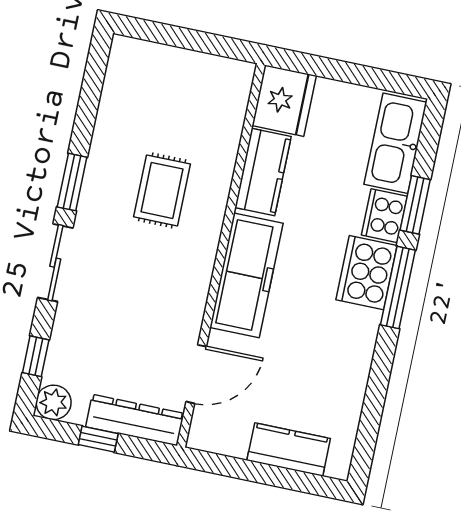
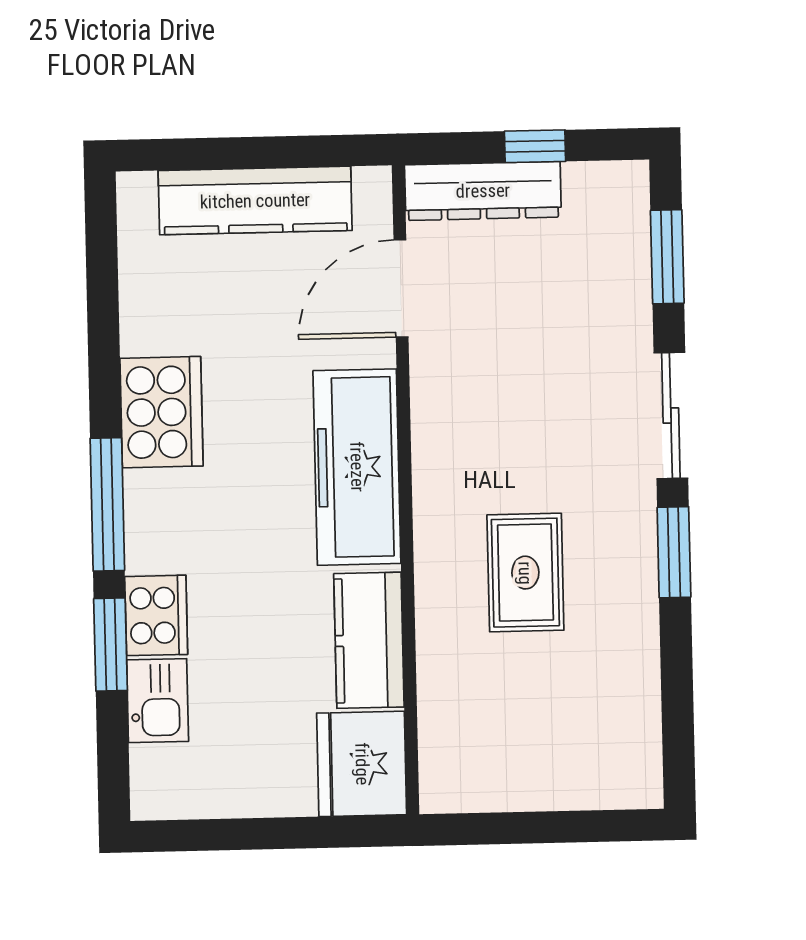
kitchen sink: (395, 143) -> (158, 701), width x0.53, depth x0.81
cooker: (366, 273) -> (161, 412), moved
window: (36, 356) -> (667, 257), width x1.50
plant: (54, 402) -> (621, 189), removed
kitchen counter: (289, 449) -> (255, 201), width x1.50

